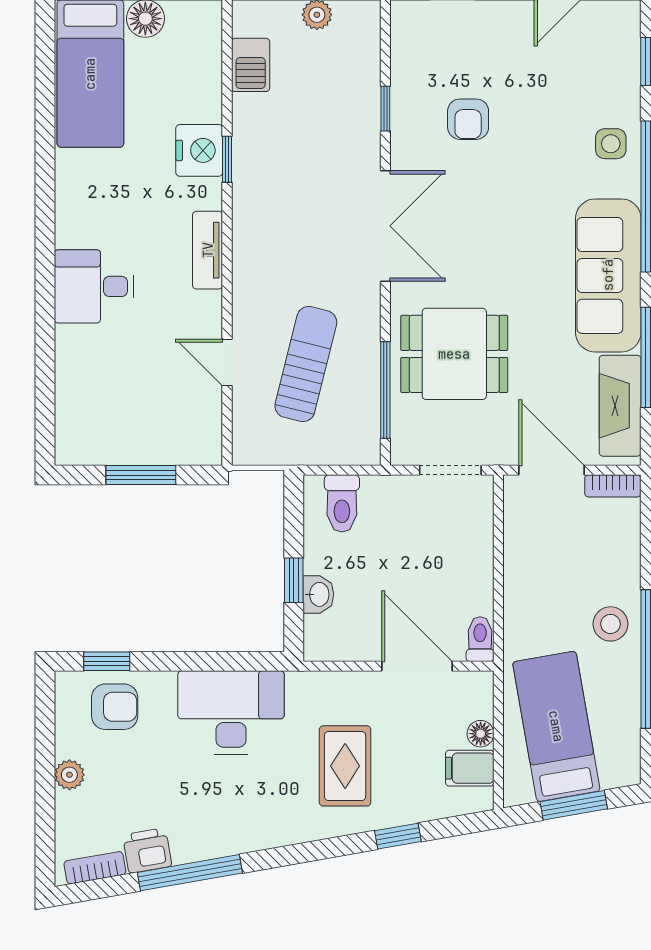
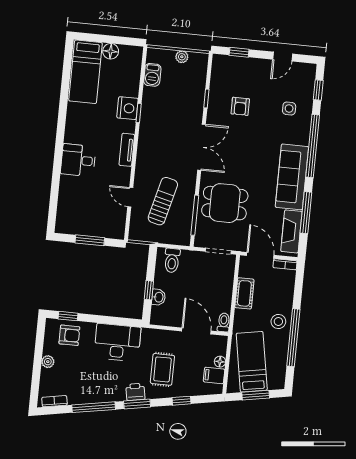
side table: (611, 144) -> (289, 108), moved
cot: (523, 565) -> (244, 293), added
printer: (147, 850) -> (135, 392), moved
window: (293, 855) -> (137, 404), added

